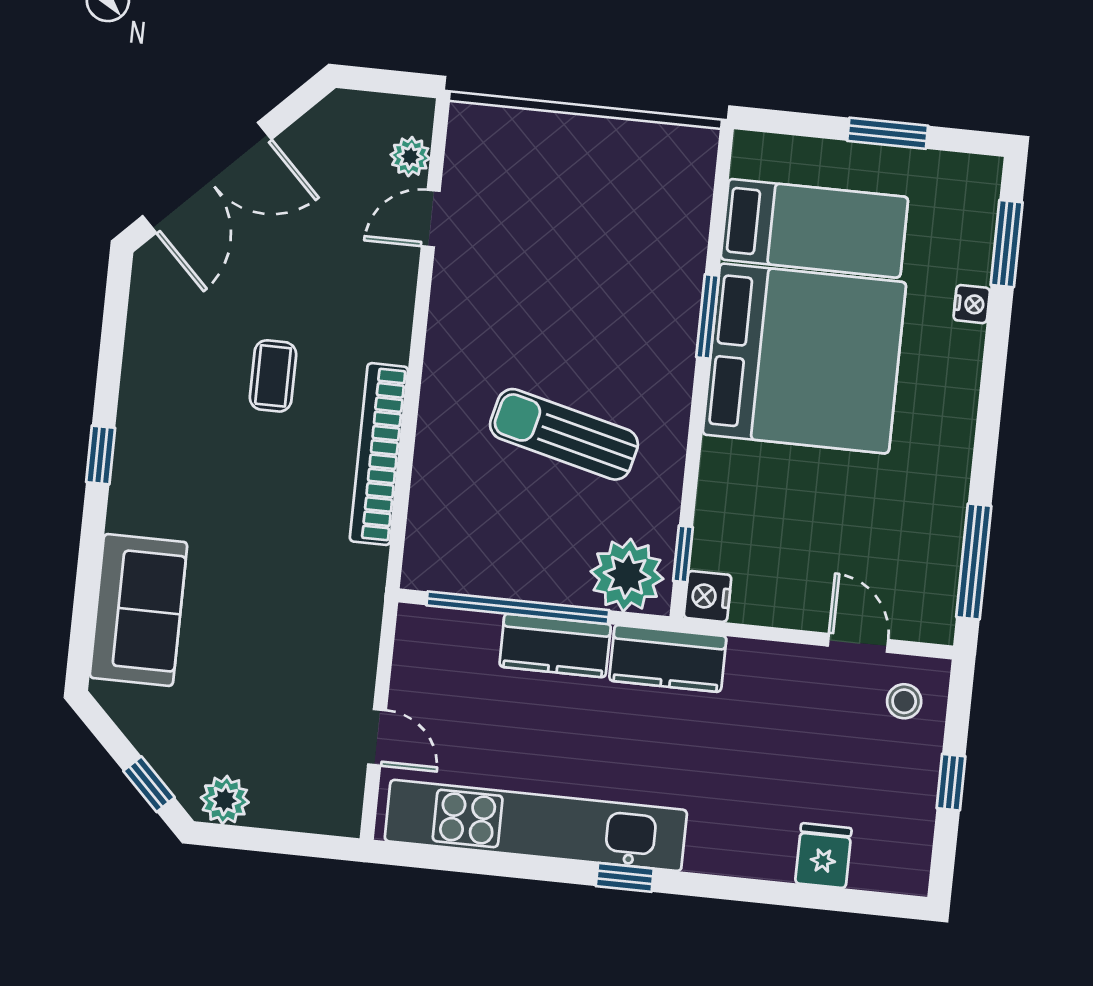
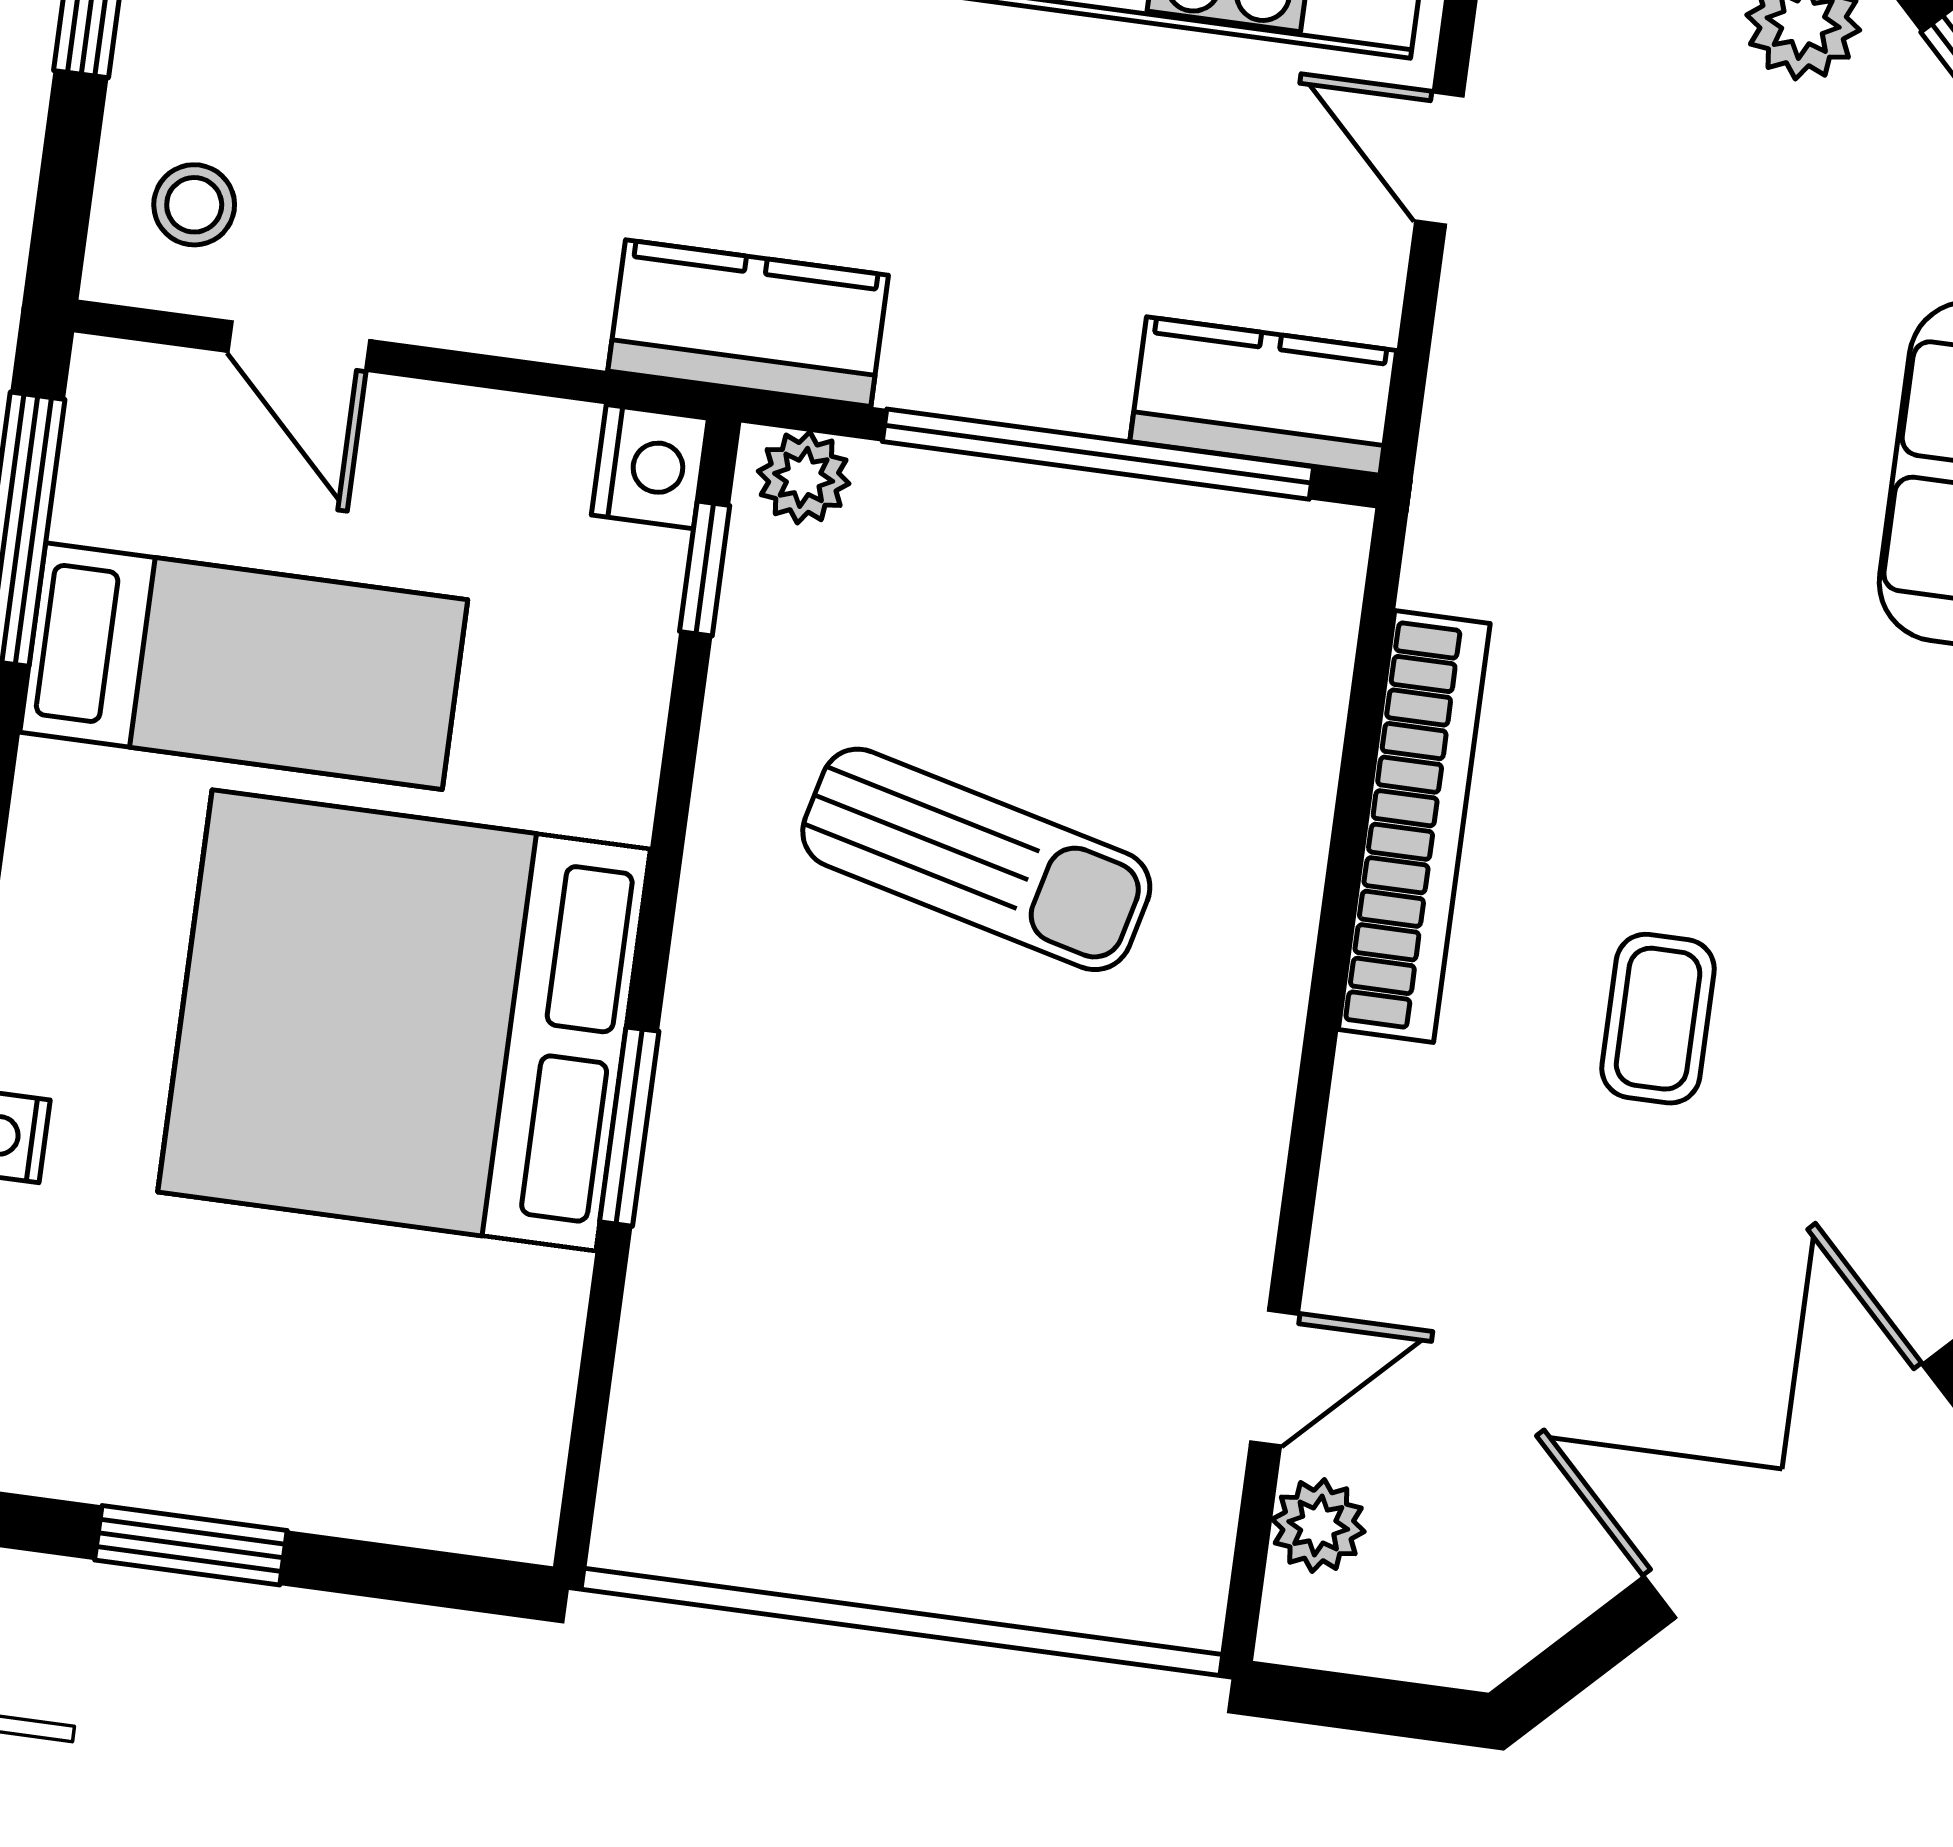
bed: (814, 228) -> (244, 666), moved, turned 180
plant: (627, 575) -> (804, 477), width x0.53, depth x0.53
kitchen counter: (555, 645) -> (1263, 396), moved

